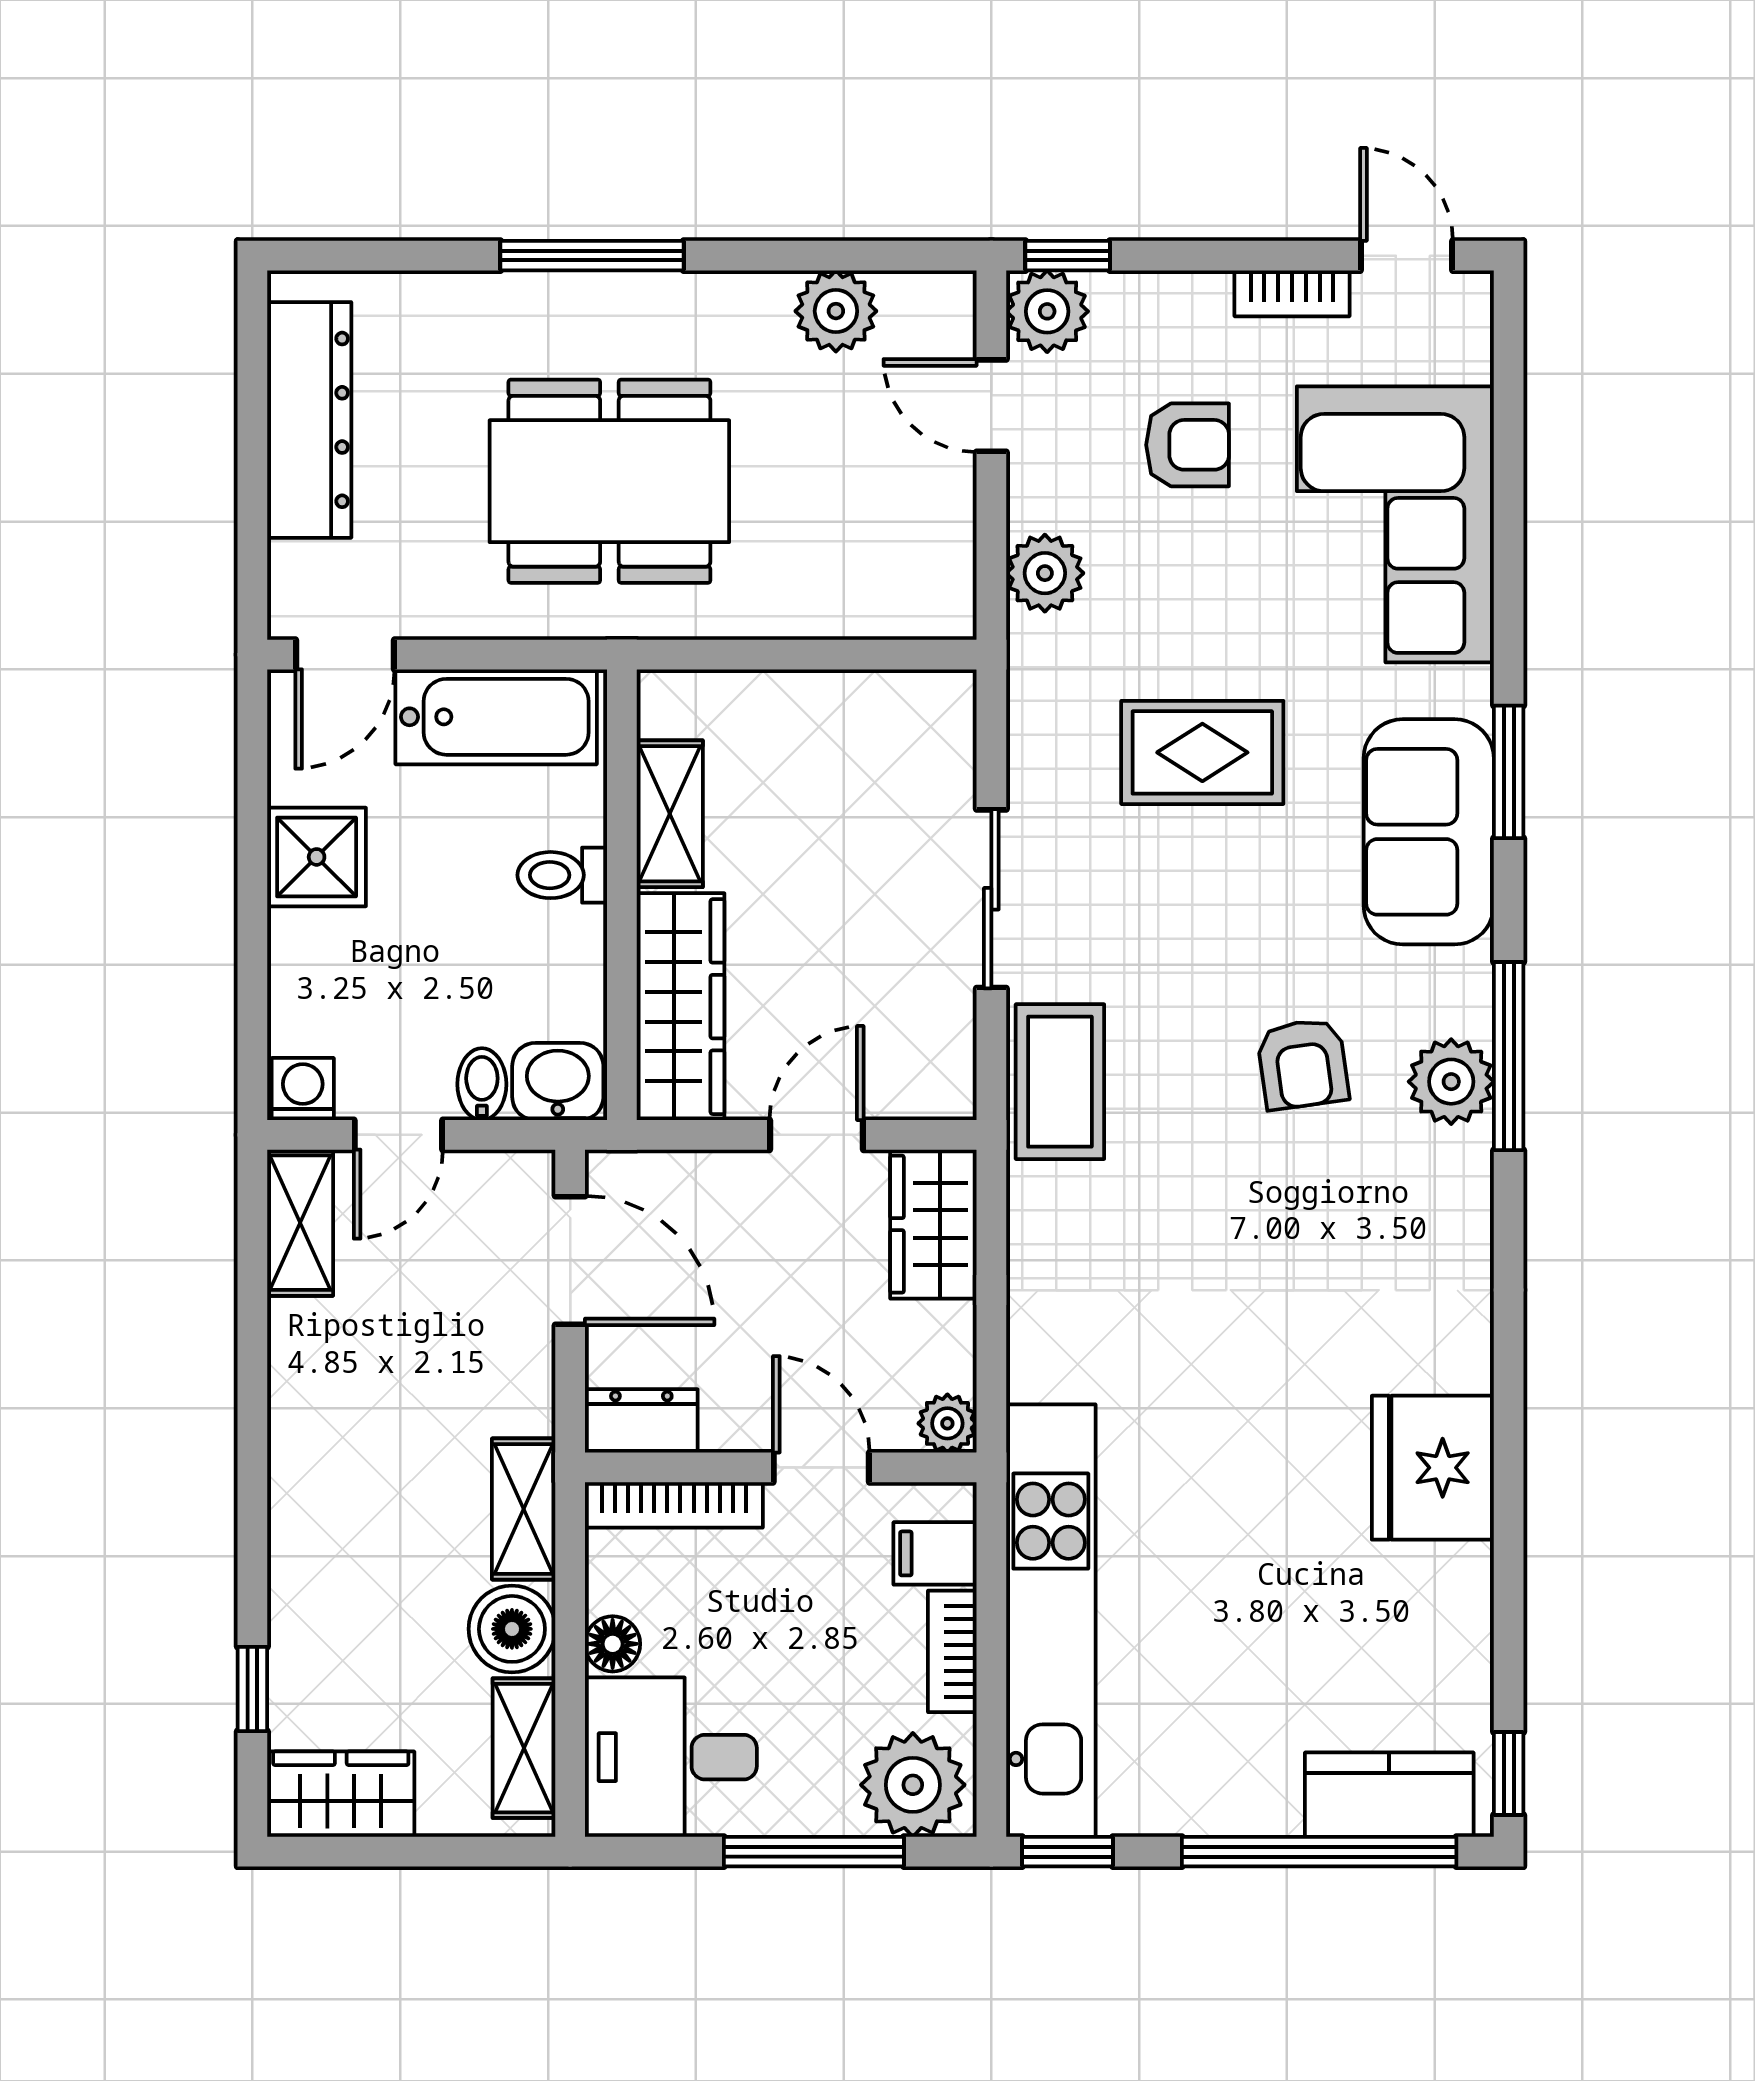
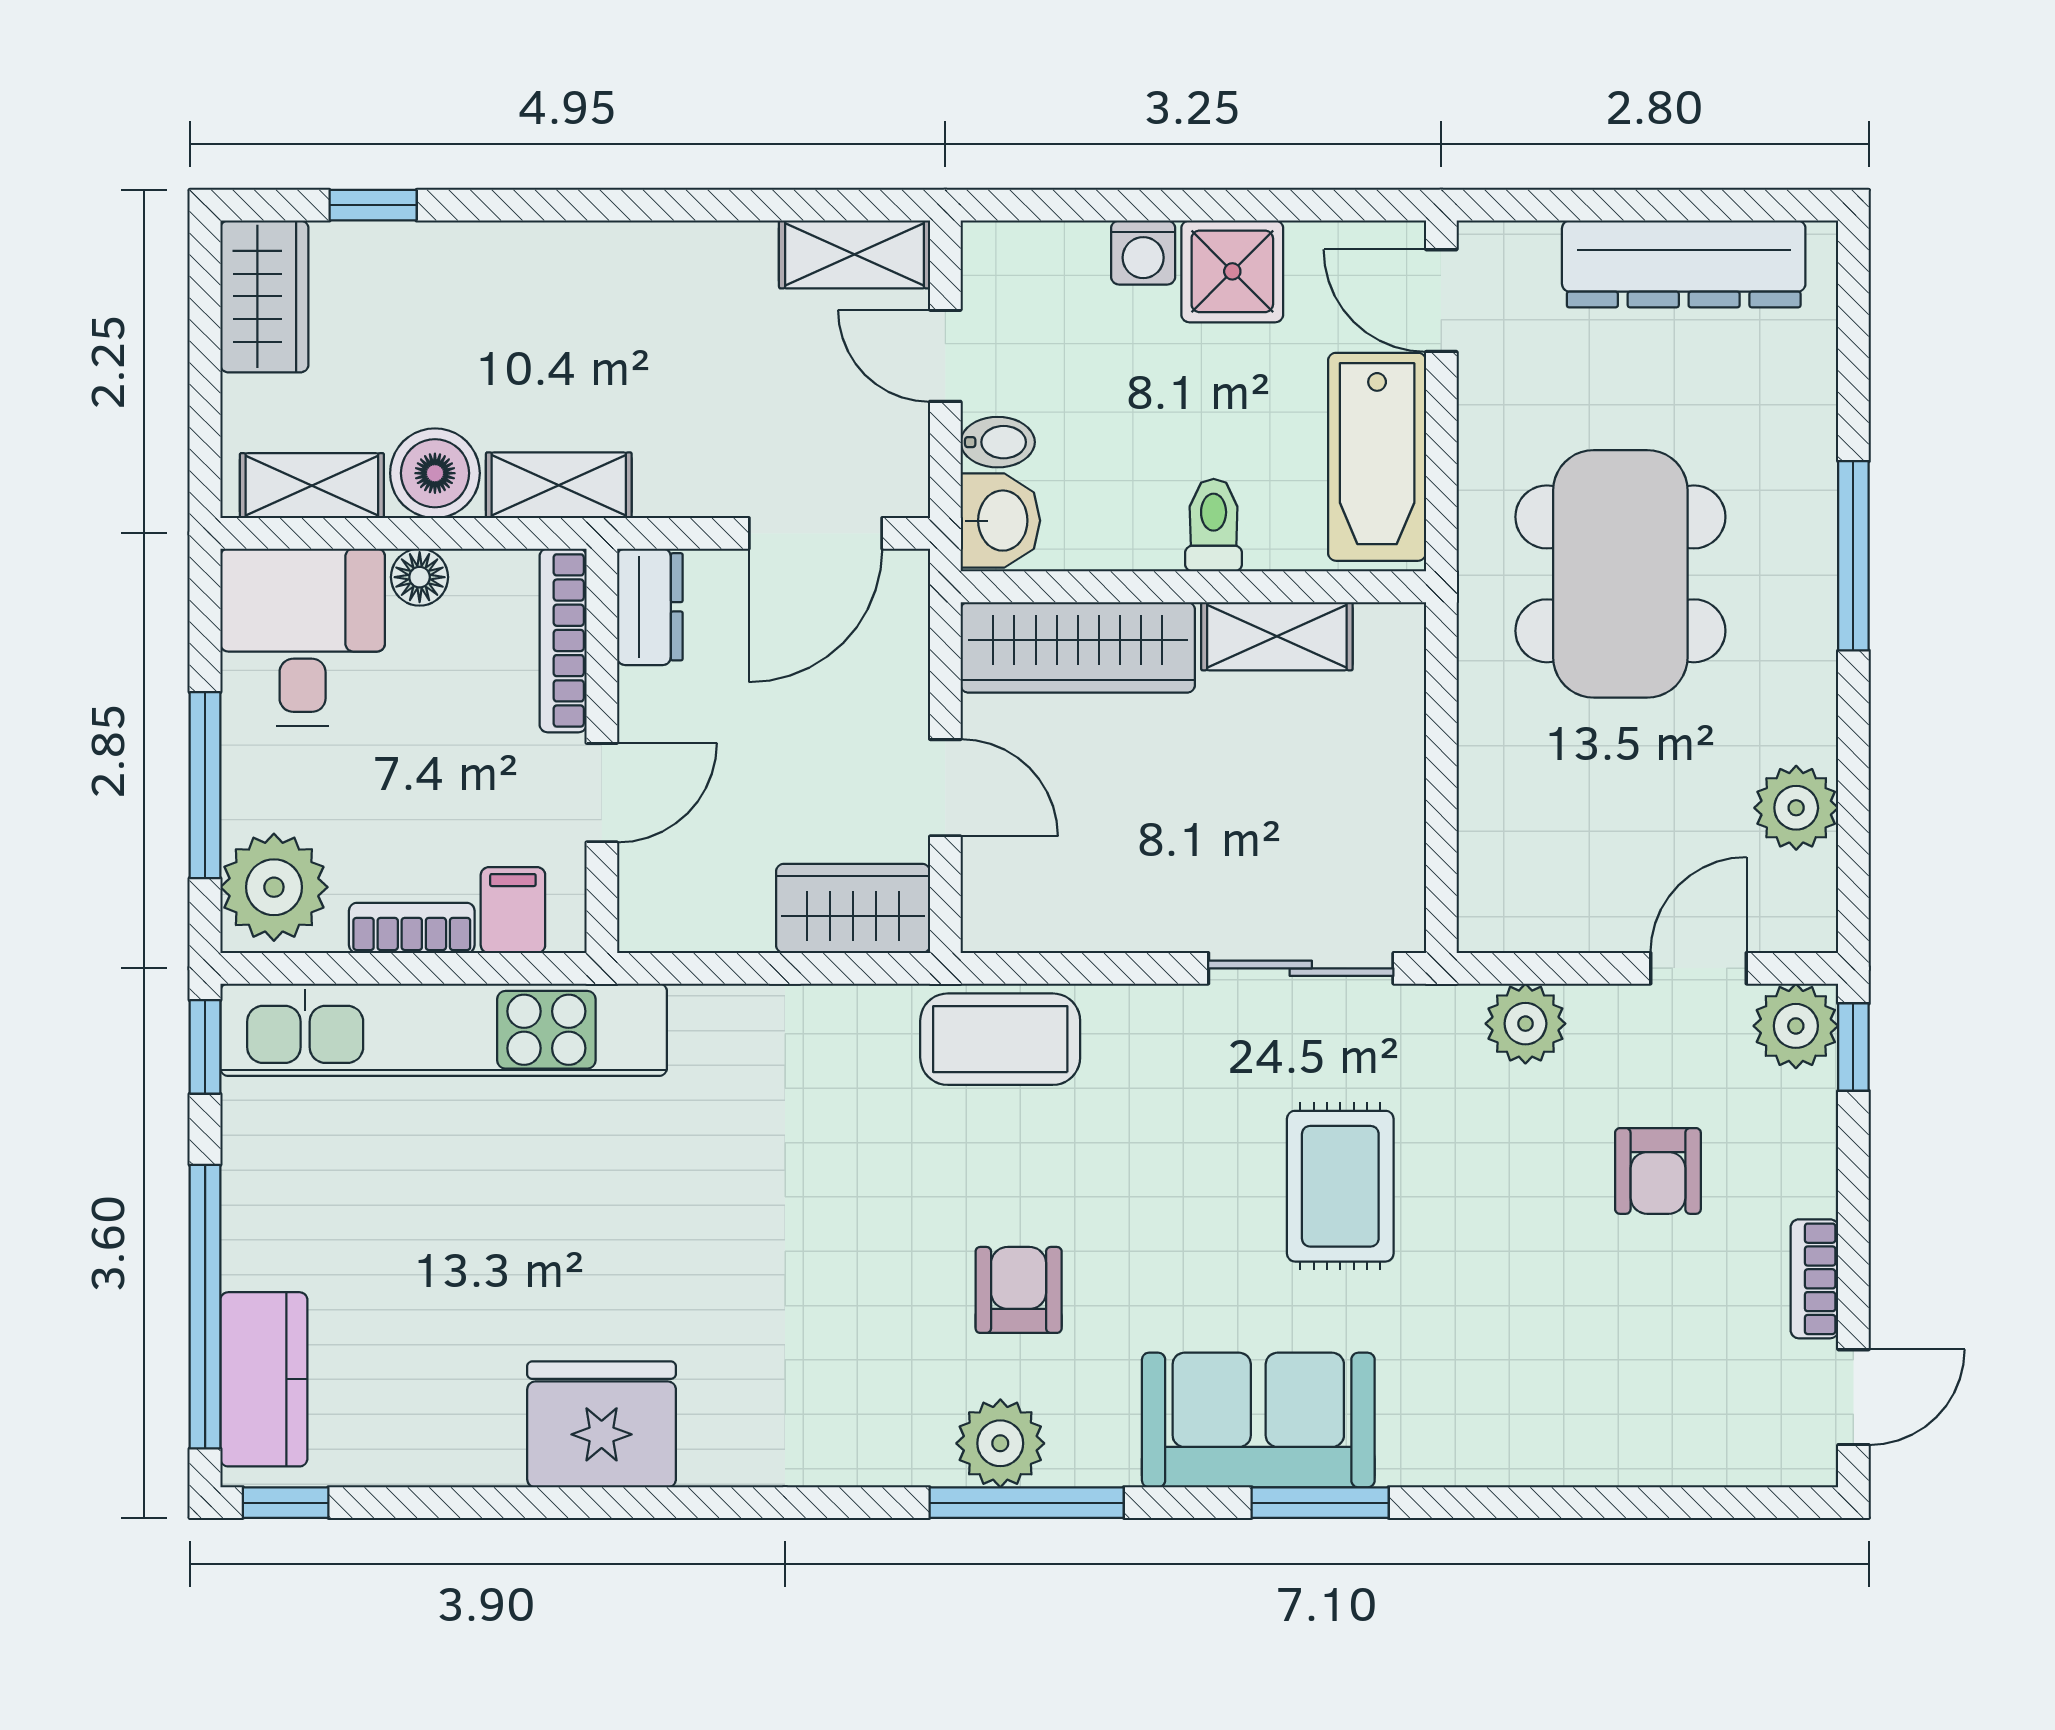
corner sofa: (1395, 524) -> (1576, 1386), removed
sliding door: (991, 899) -> (1301, 968), moved
armchair: (1303, 1064) -> (1019, 1290), turned 98
washing machine: (303, 1089) -> (1143, 252), moved, turned 90
plant: (947, 1423) -> (647, 923), removed

